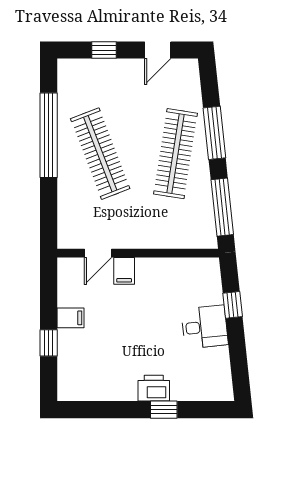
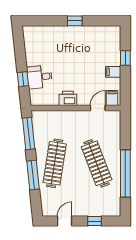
filing cabinet: (124, 271) -> (112, 98), moved
desk: (205, 327) -> (40, 77), moved
printer: (154, 388) -> (68, 98), moved, turned 180
window: (164, 410) -> (75, 21), moved

